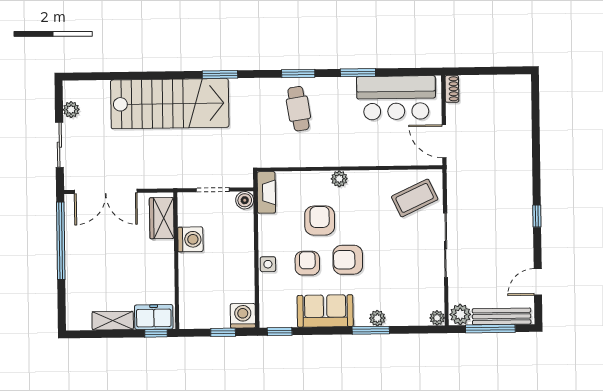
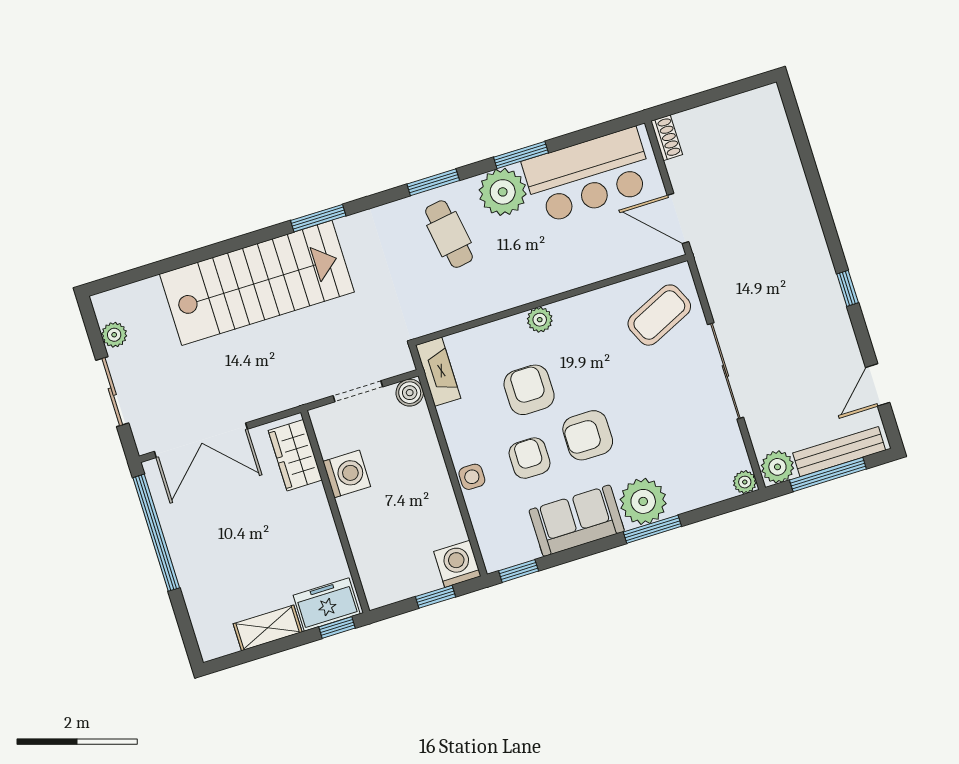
plant: (340, 92) -> (503, 192), added
plant: (377, 318) -> (643, 501), width x1.88, depth x1.88

